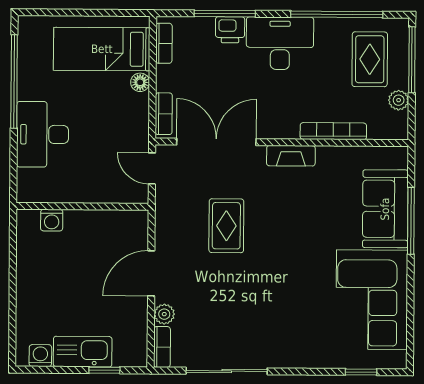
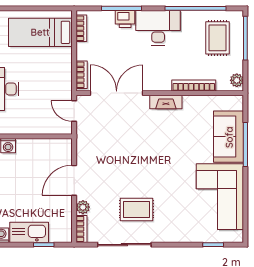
floor lamp: (140, 82) -> (66, 54), removed
plant: (399, 100) -> (237, 80), moved
rug: (226, 226) -> (136, 209), moved, turned 90

